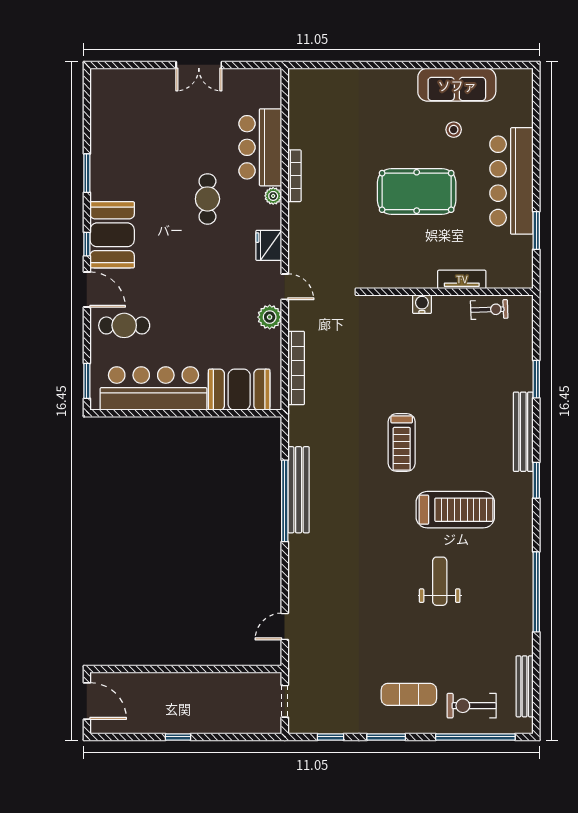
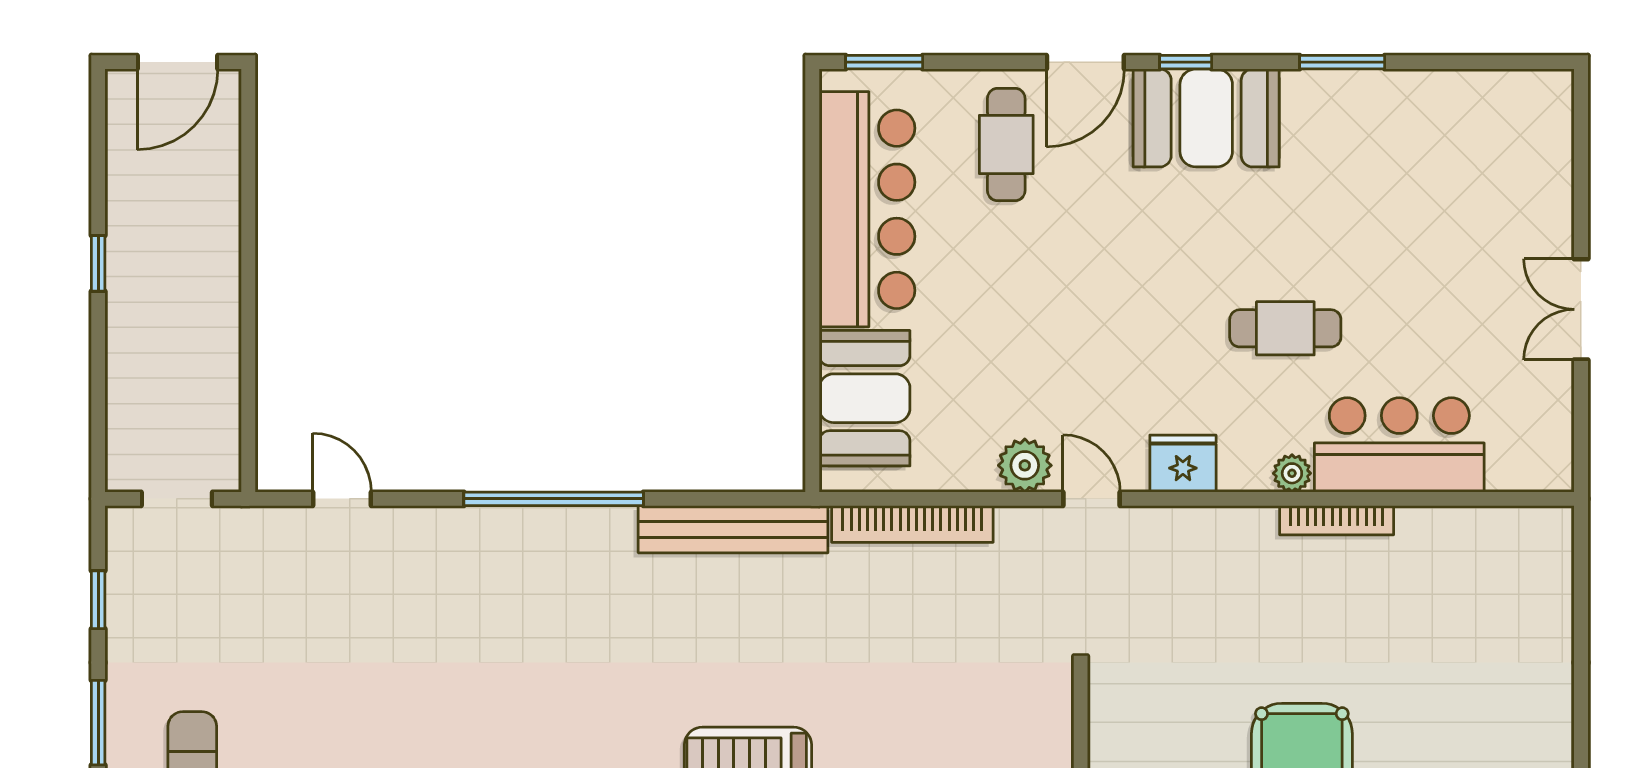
door: (285, 287) -> (1092, 499), swing flipped
bench: (299, 490) -> (733, 529), moved
window: (285, 501) -> (554, 499), moved

